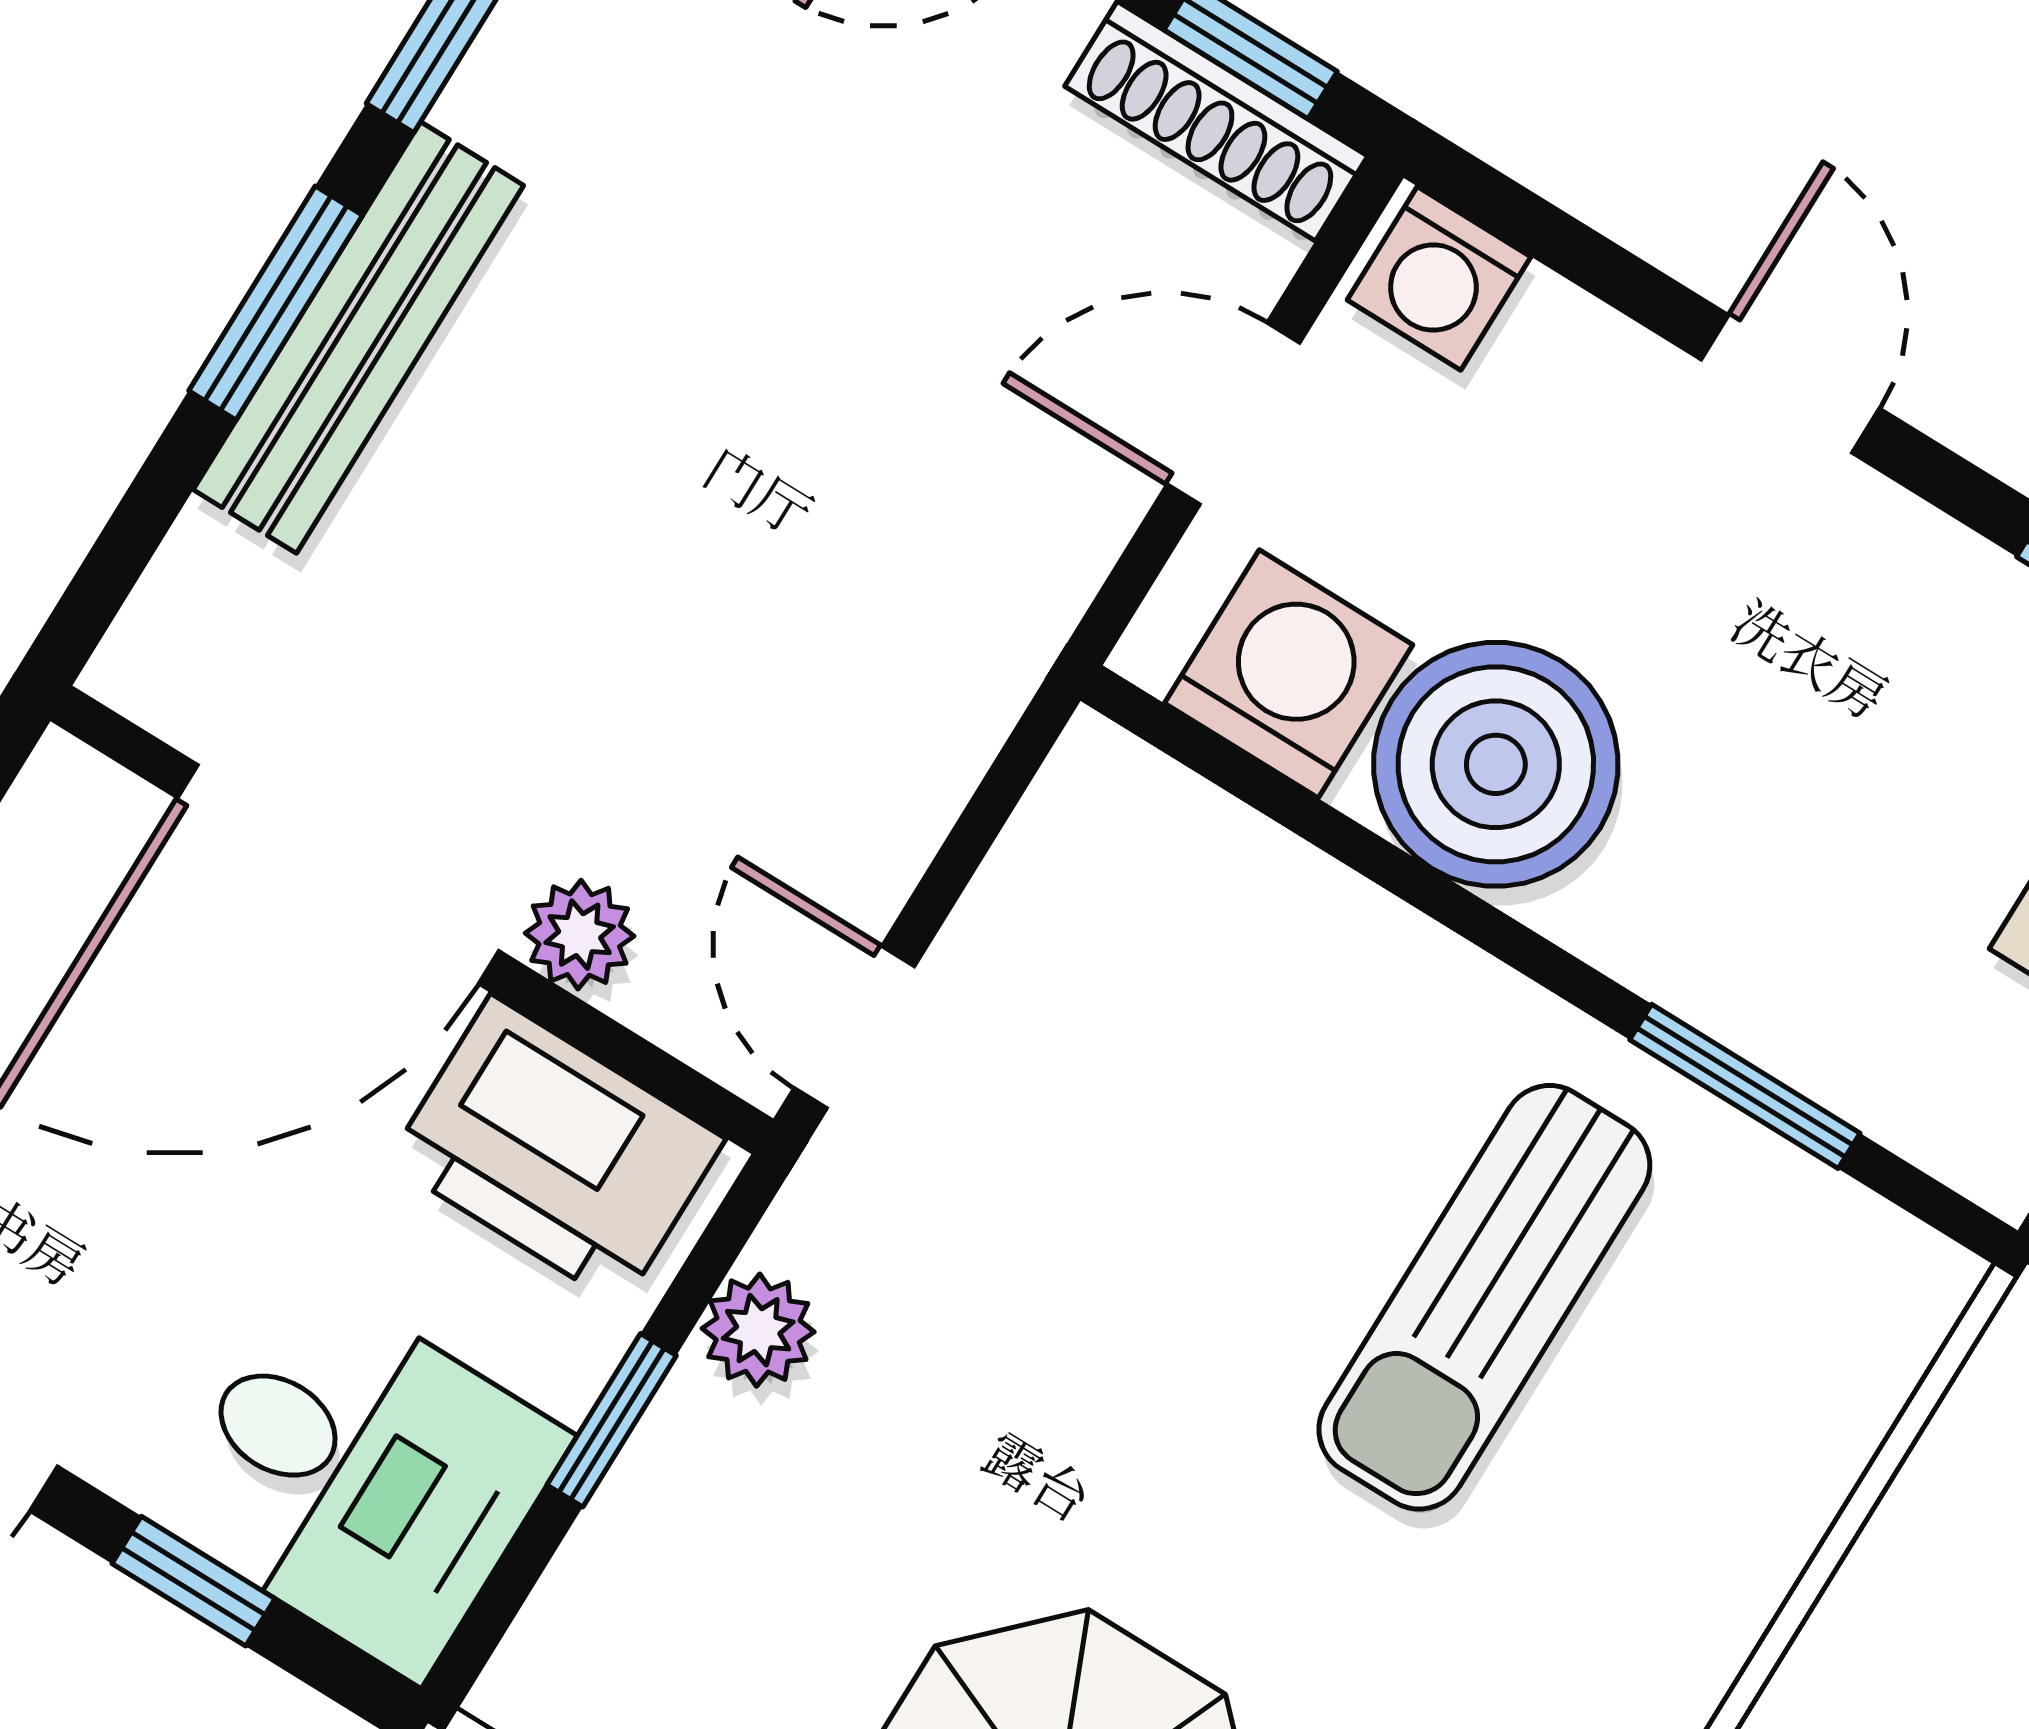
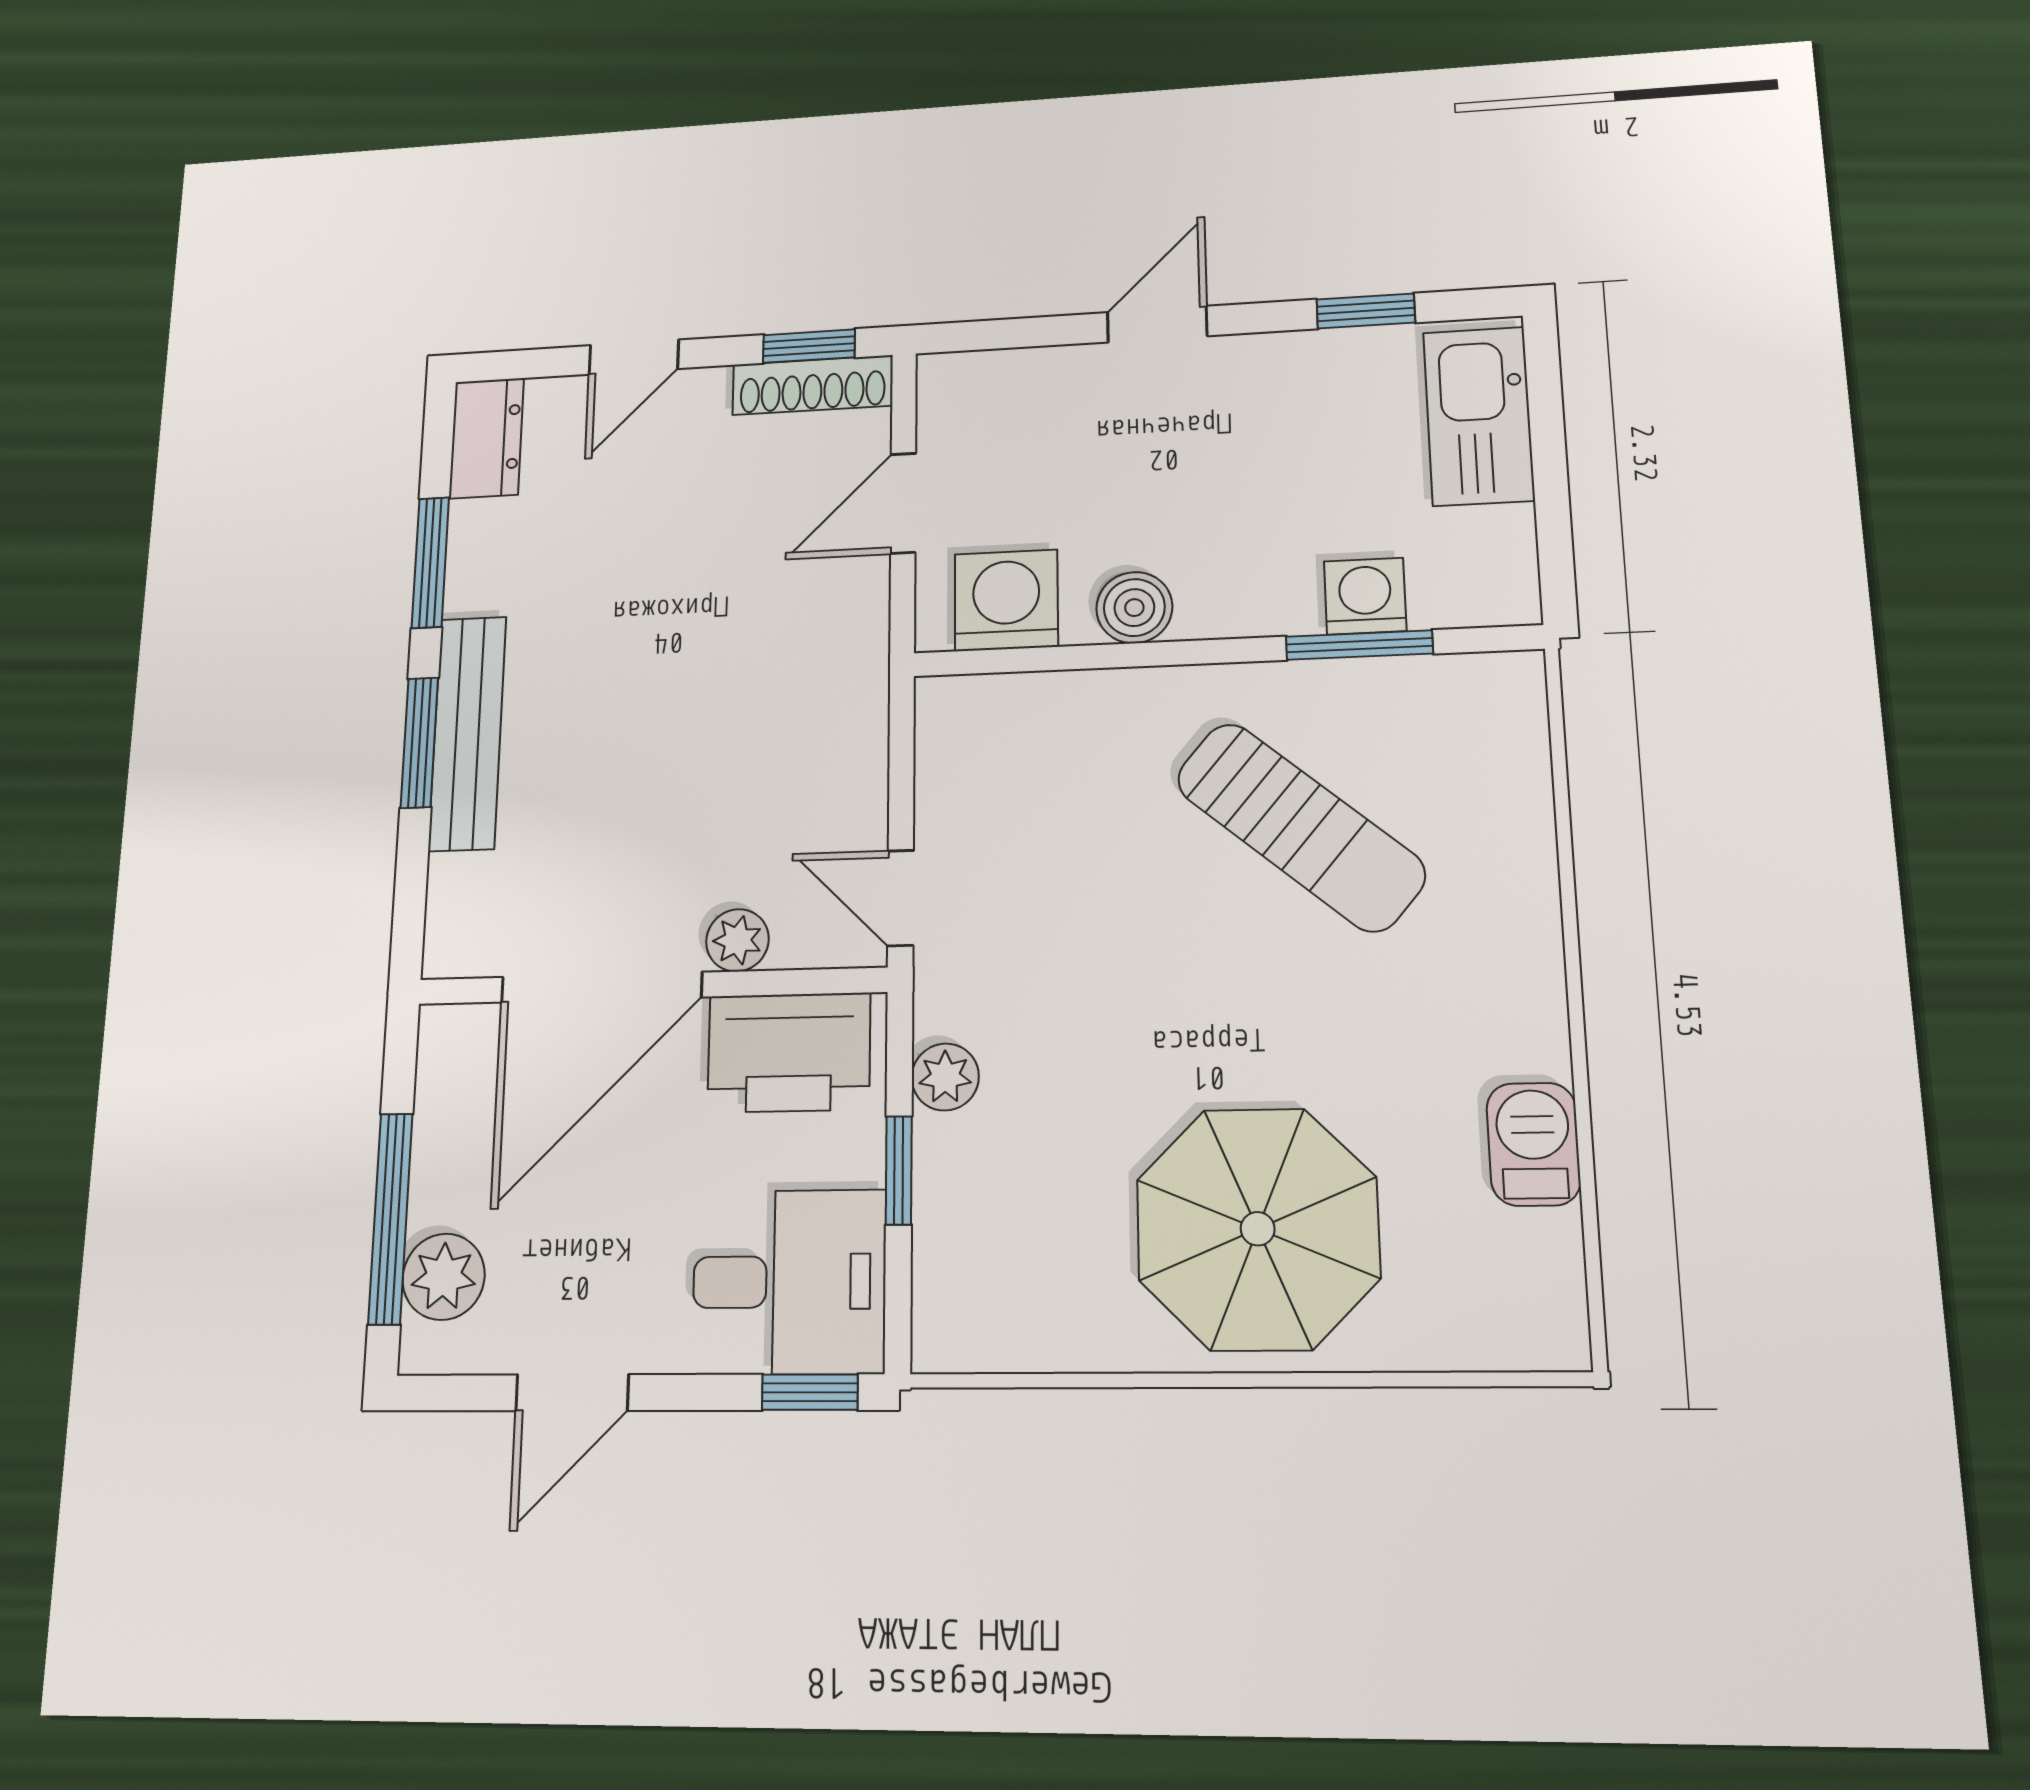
washing machine: (1439, 278) -> (1365, 596), moved, turned 180
door: (1790, 384) -> (1157, 324), hinge flipped
boiler: (1496, 764) -> (1134, 608), width x0.54, depth x0.54
sun lounger: (1484, 1297) -> (1300, 827), turned -50
window: (193, 1581) -> (810, 1392), moved

